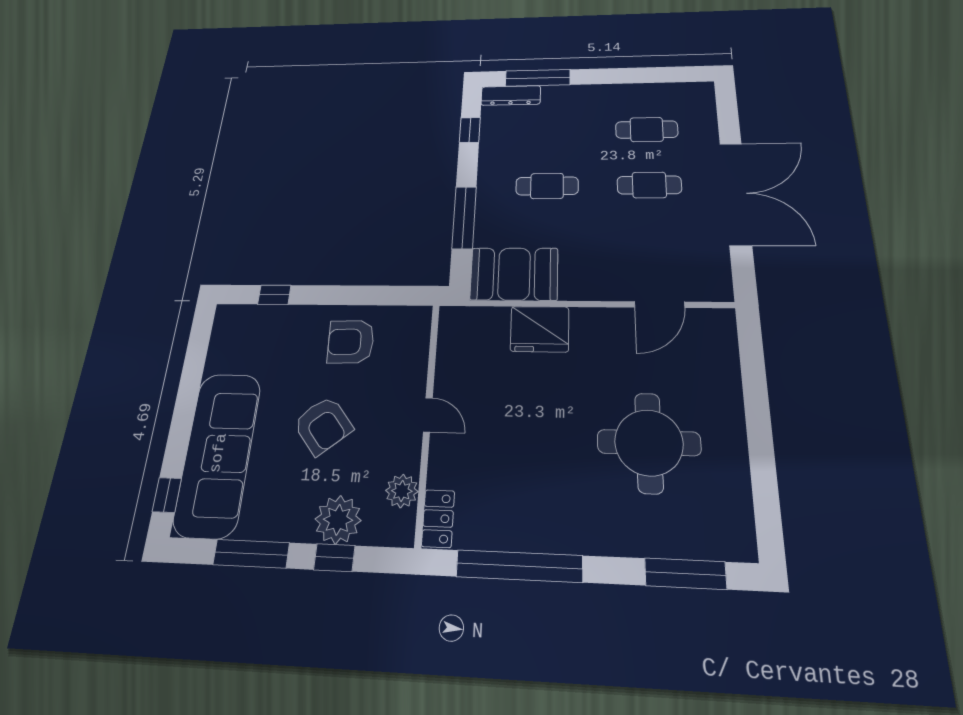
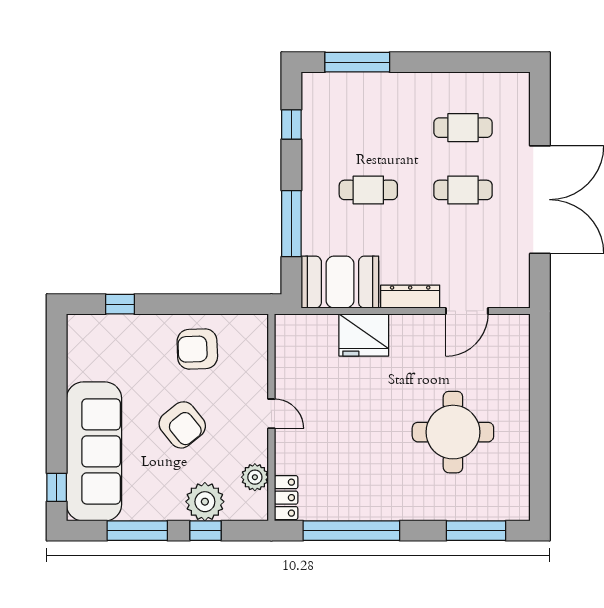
dresser: (511, 95) -> (410, 297), moved, turned 180

